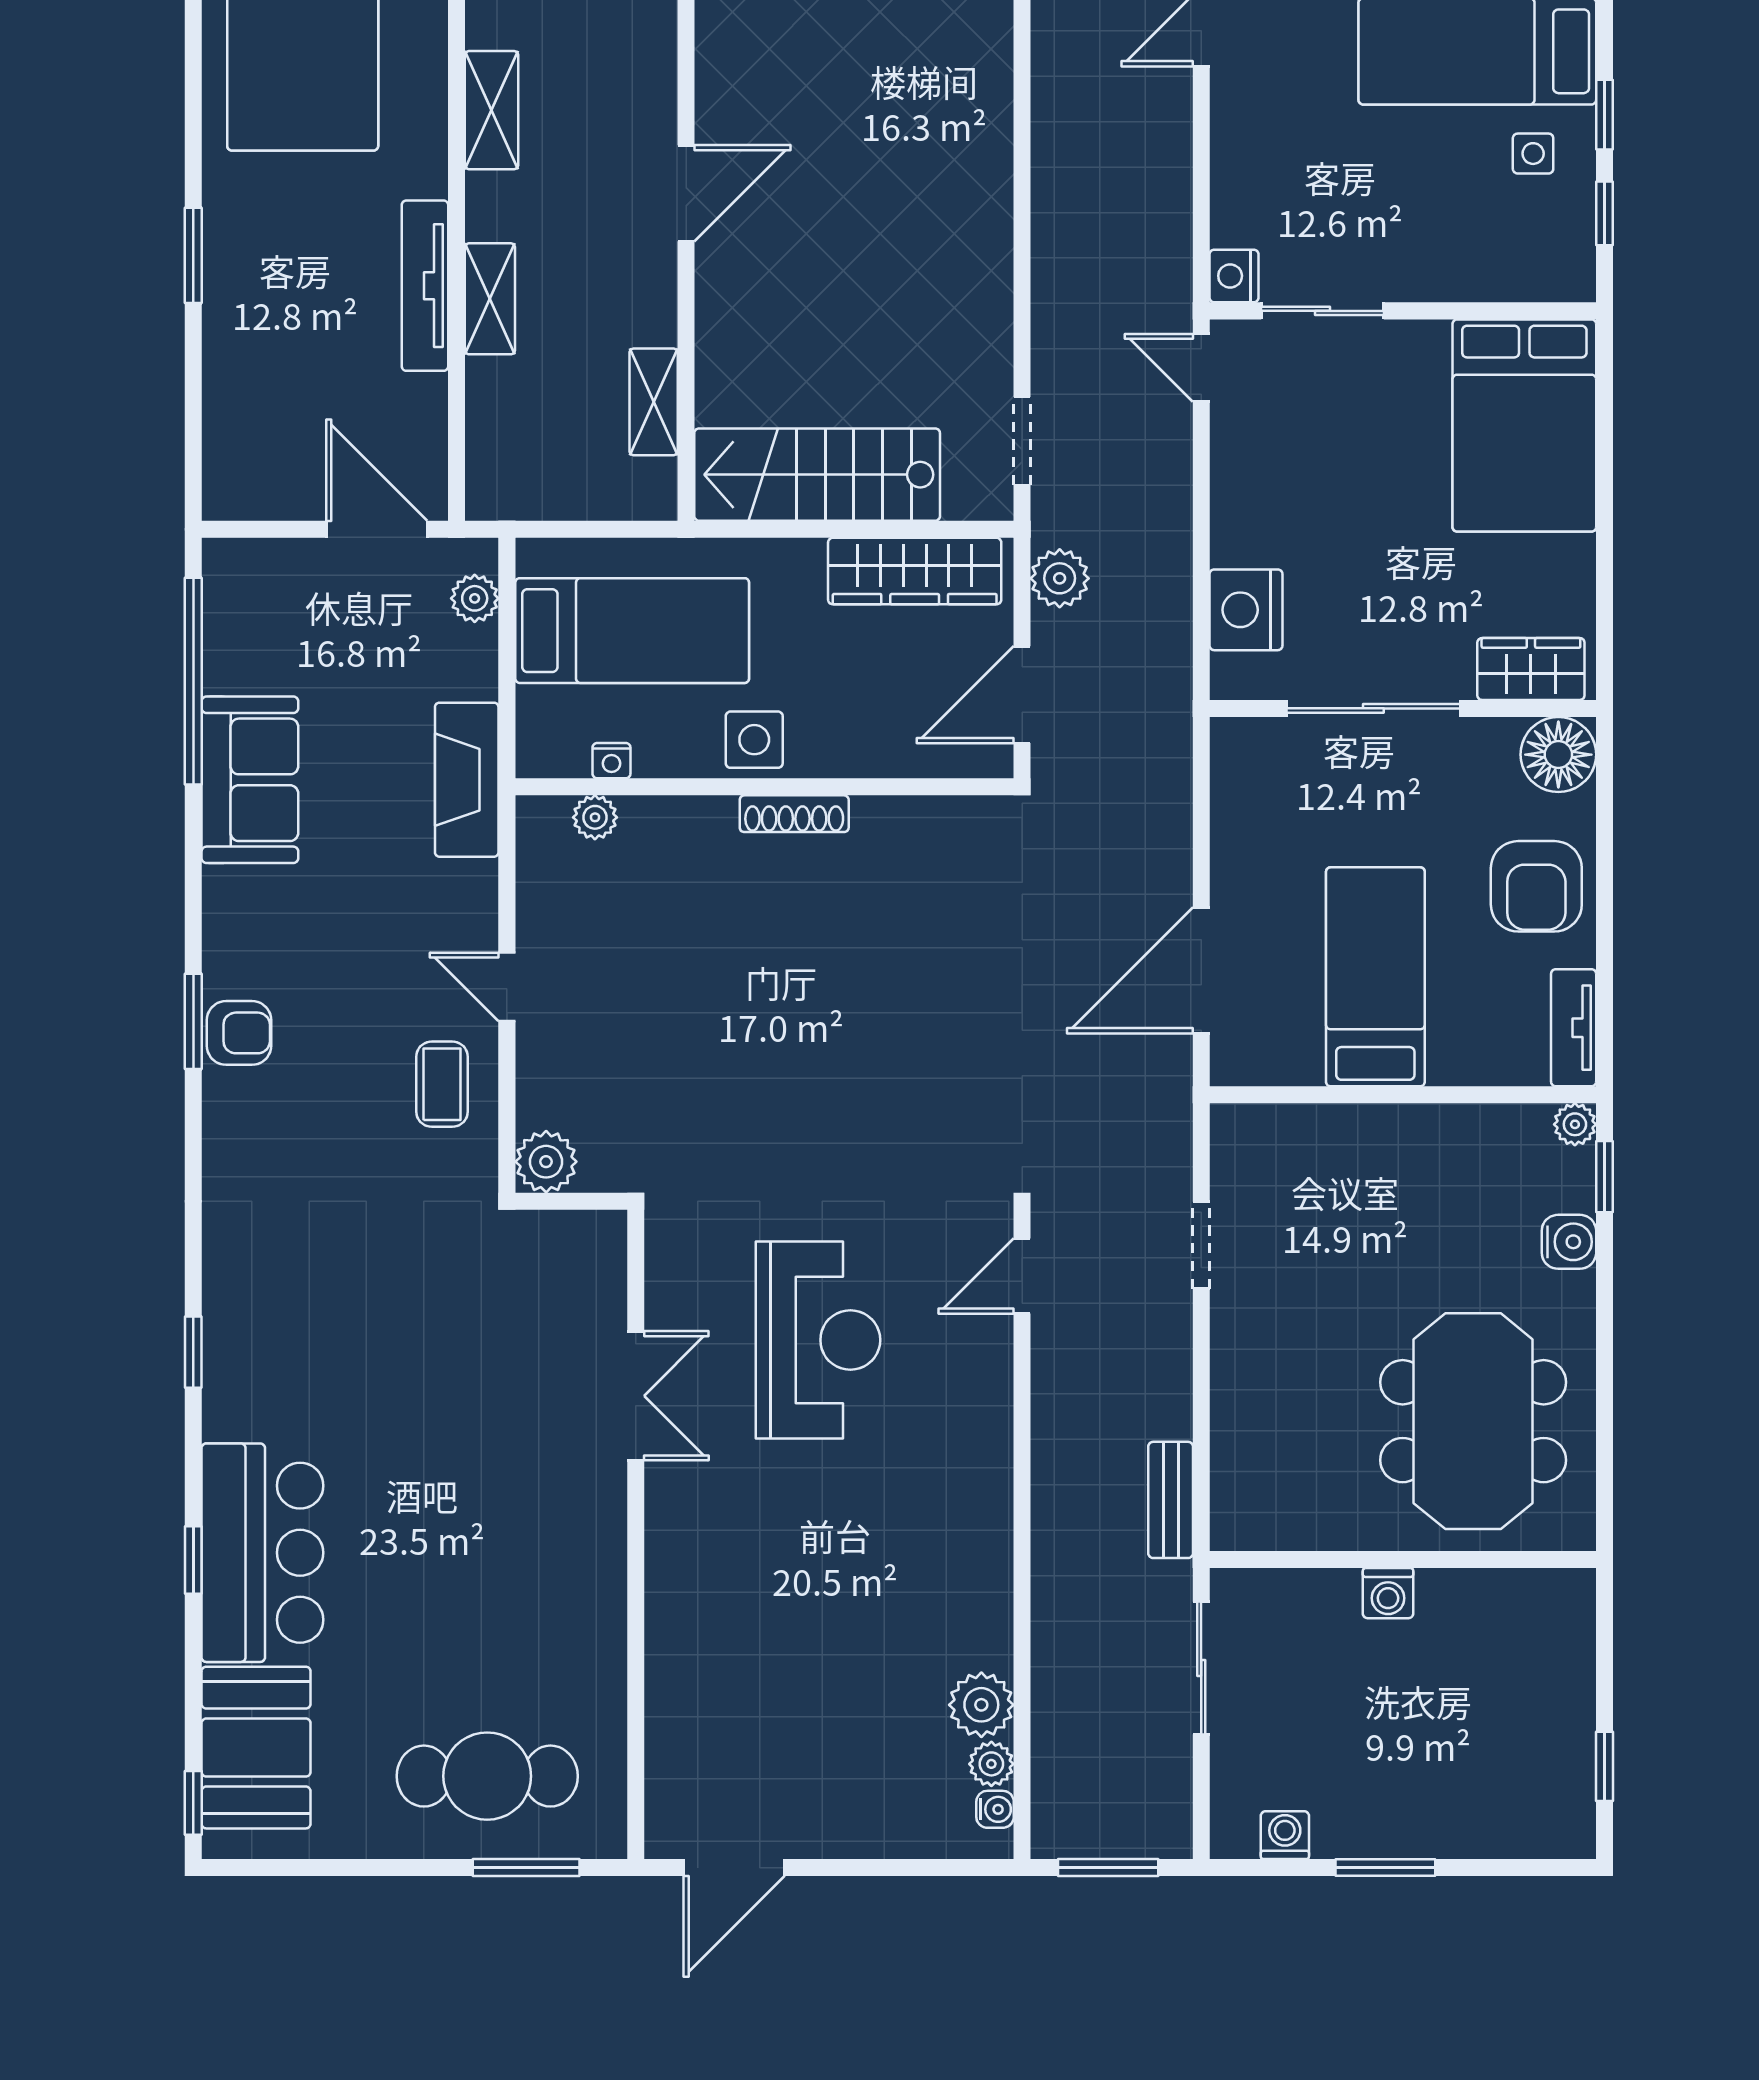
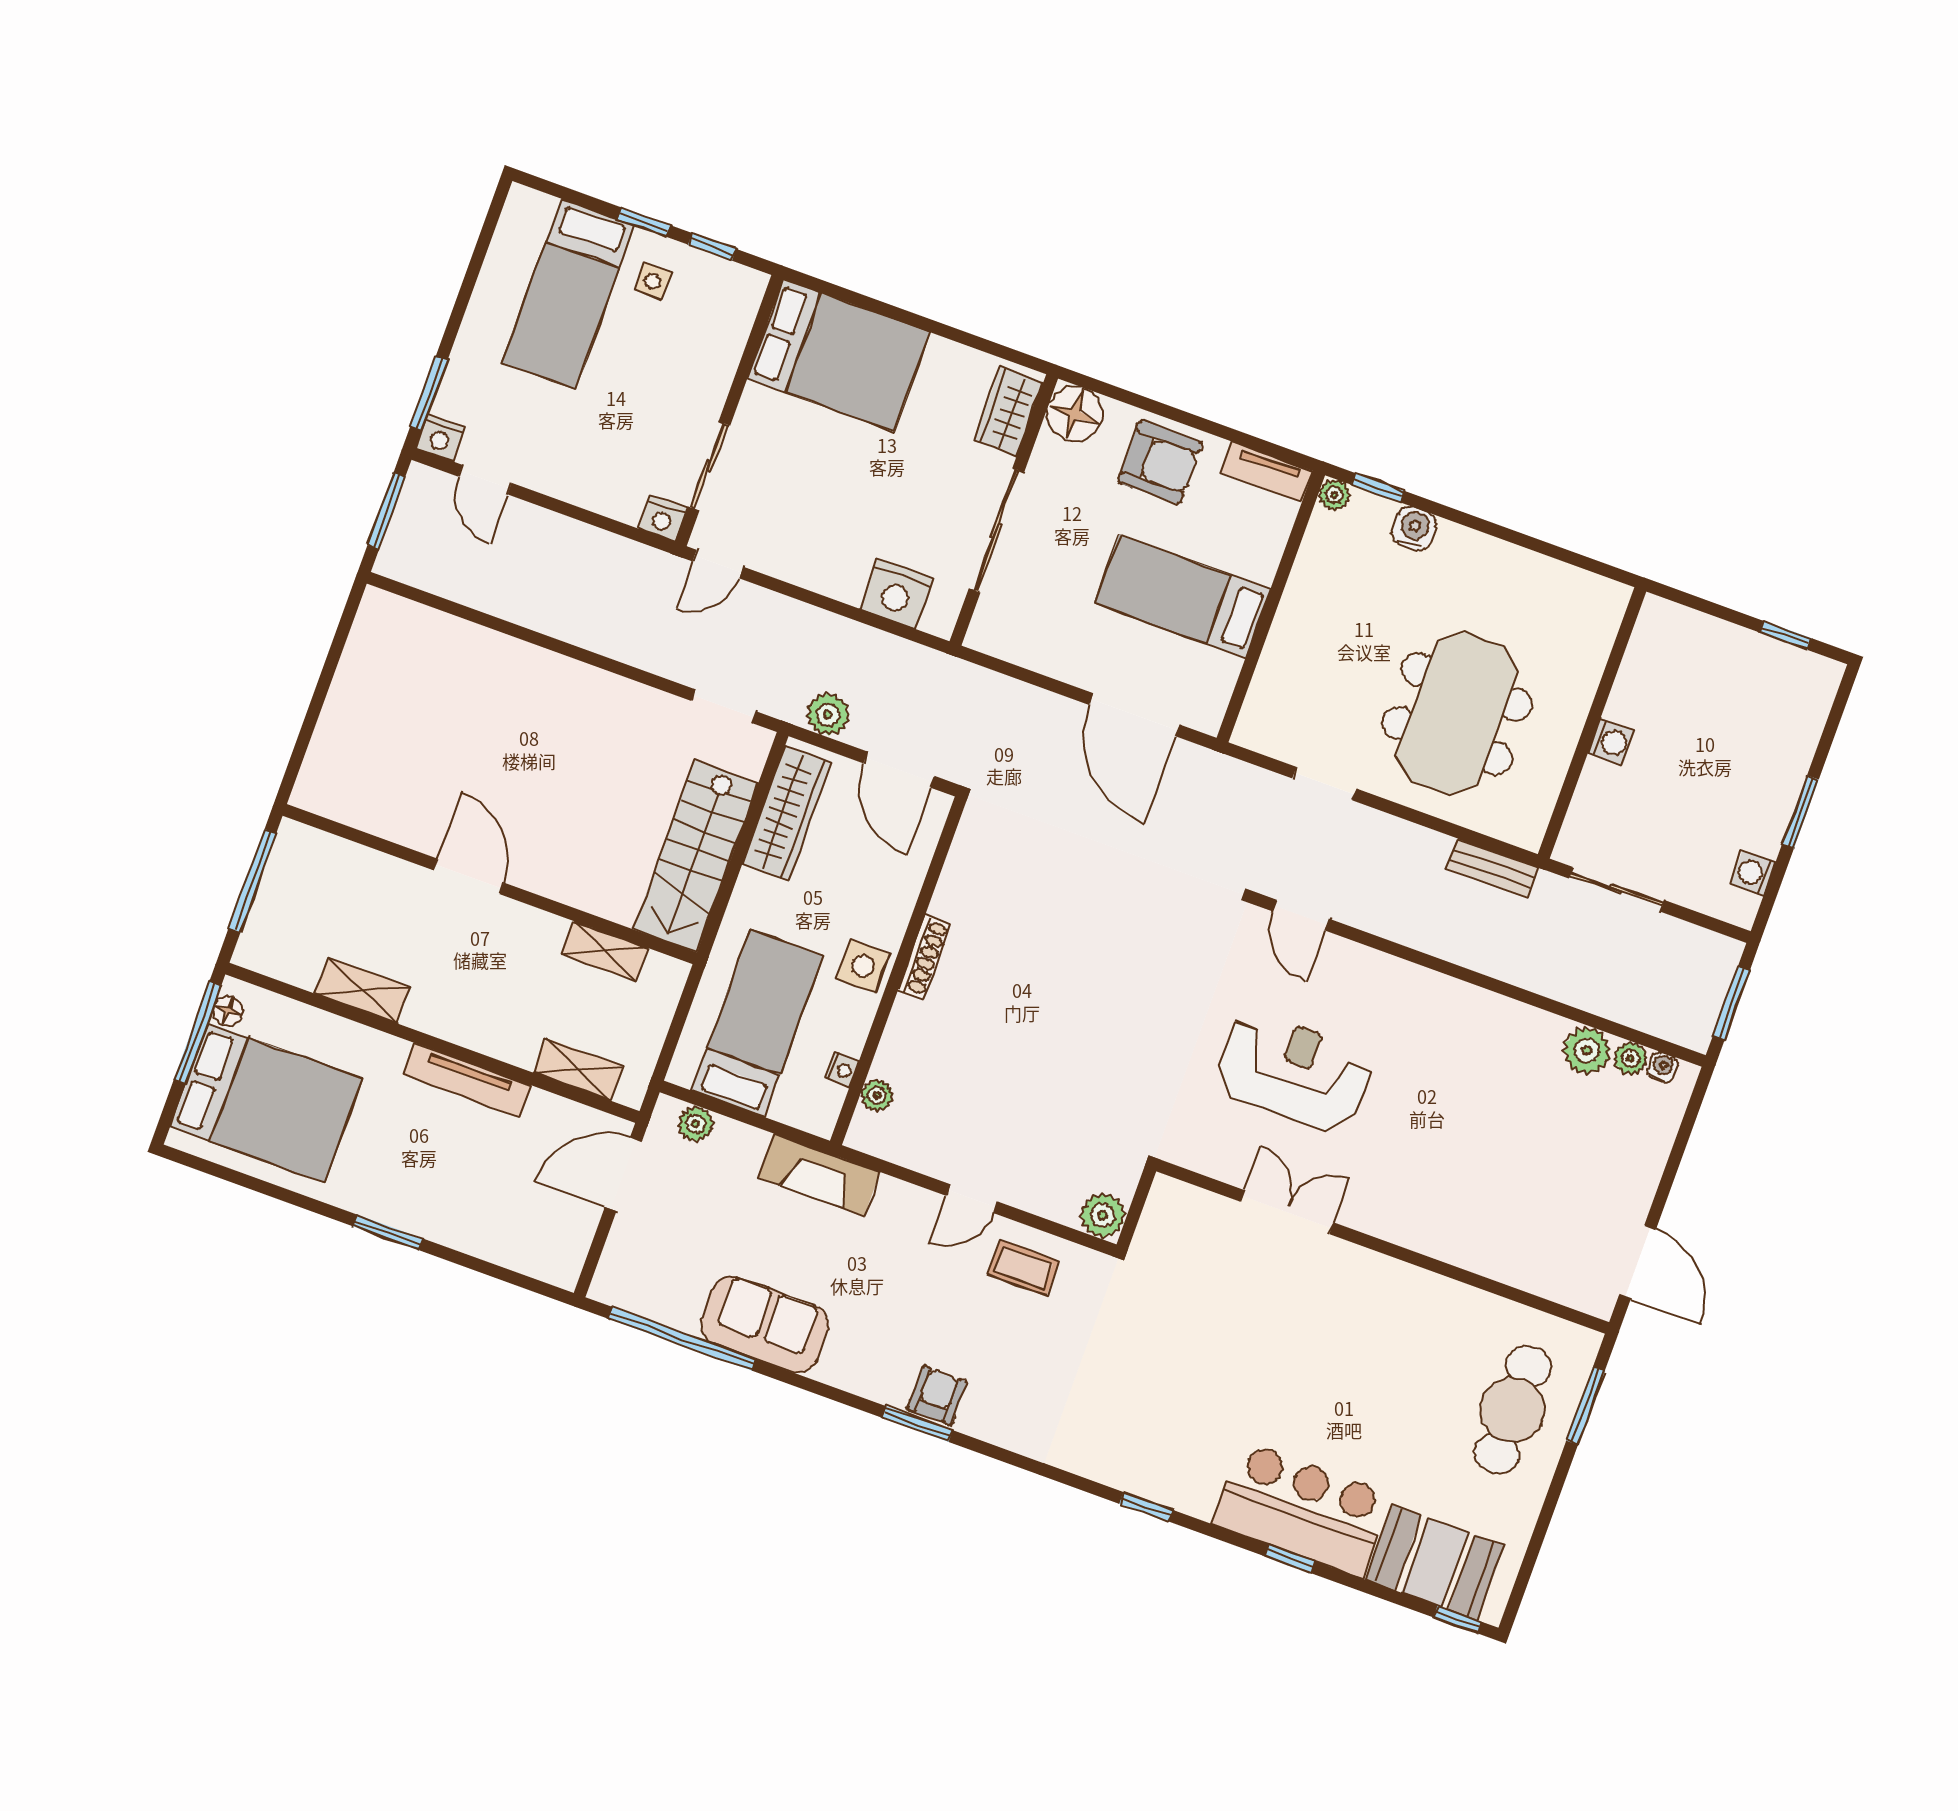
shelving: (490, 299) -> (578, 1069), moved
meeting table: (1473, 1421) -> (1457, 714), moved, turned 90

